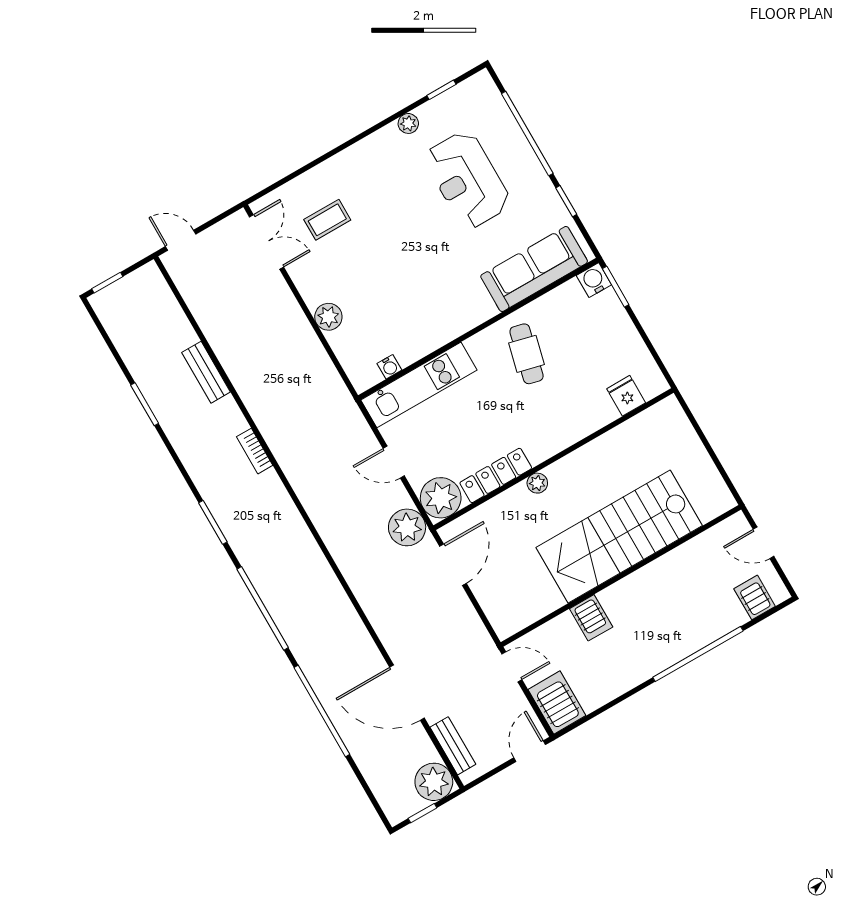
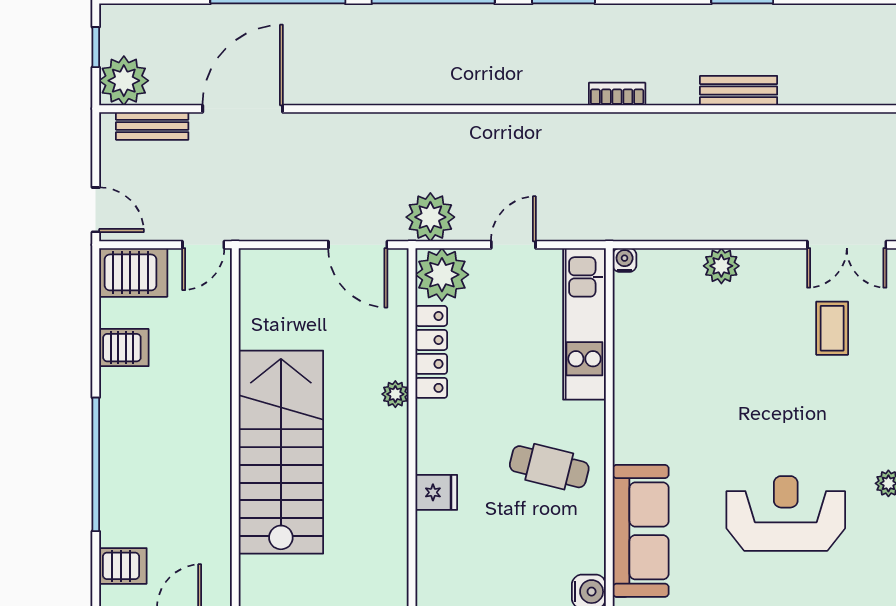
water cooler: (389, 367) -> (625, 260), moved, turned 90
fridge: (626, 396) -> (436, 492), moved
server rack: (591, 618) -> (124, 348), moved, turned 180

